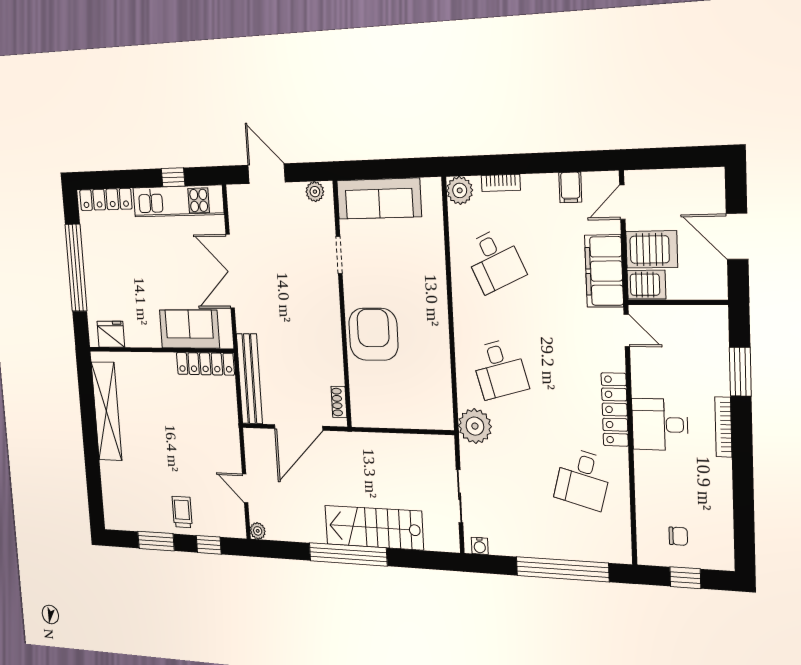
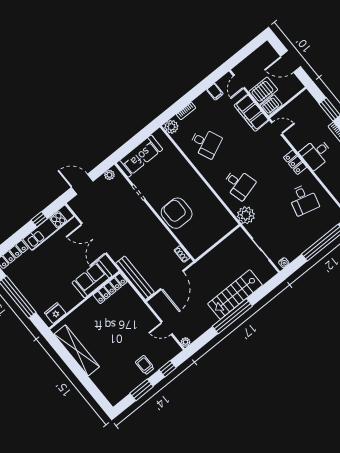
locker: (615, 410) -> (295, 162), width x0.66

